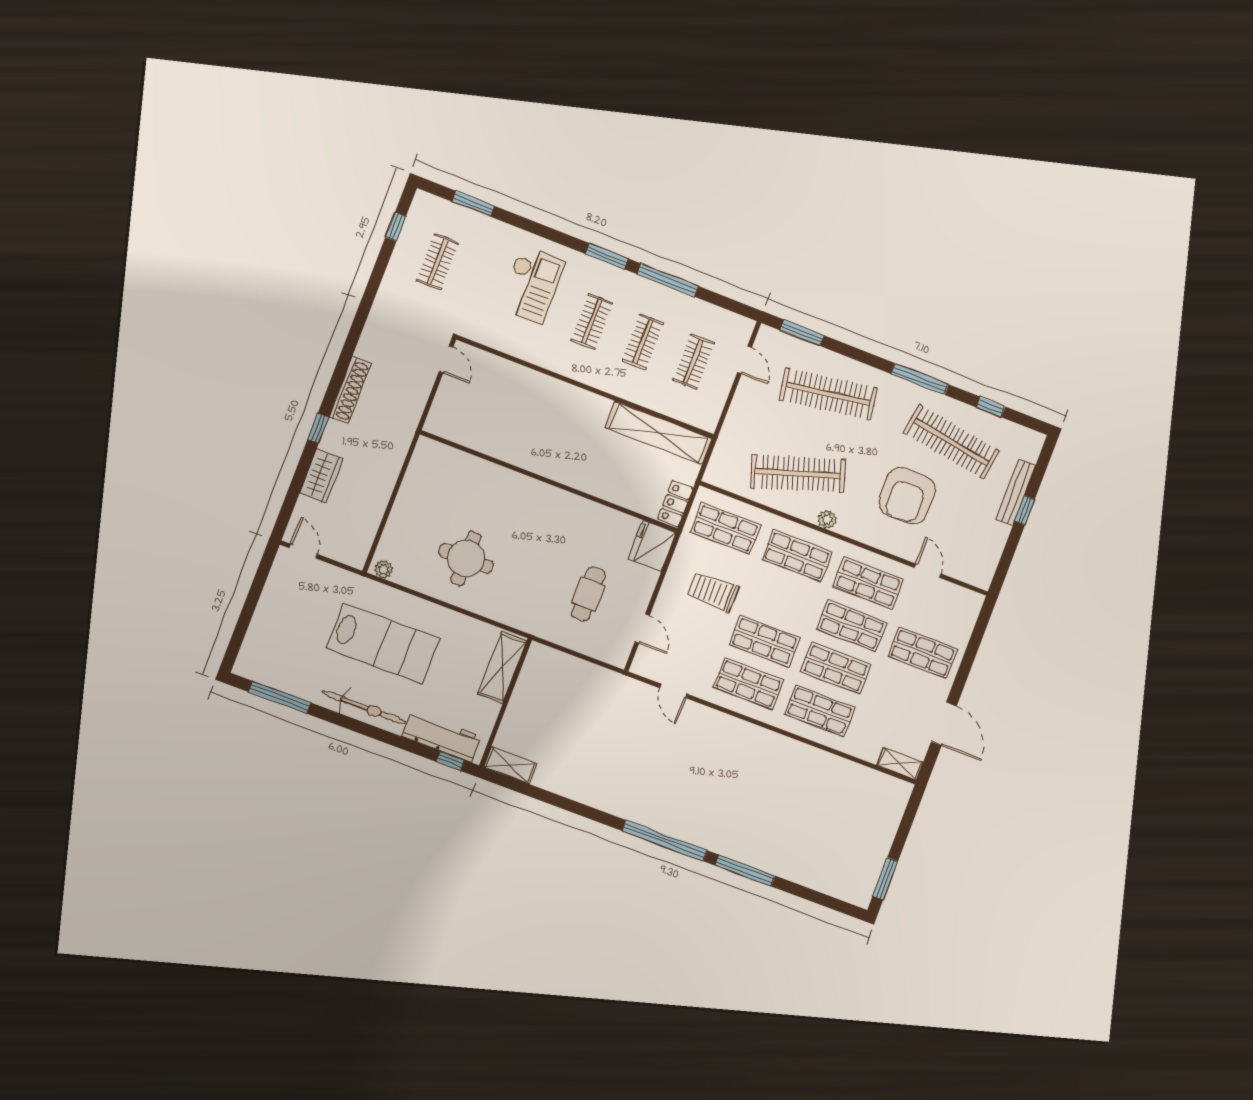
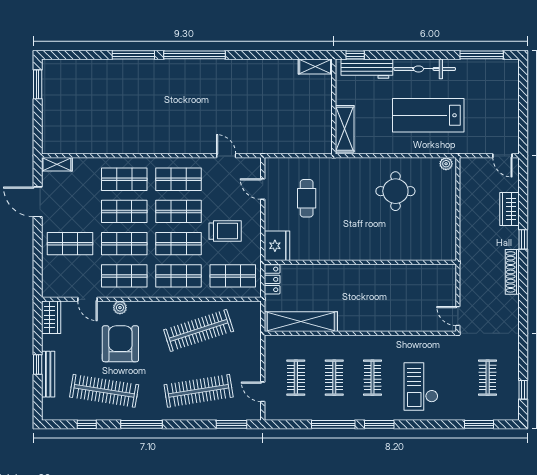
plant: (827, 519) -> (120, 308), moved
wardrobe: (984, 565) -> (51, 317), added
shop shelf: (781, 598) -> (179, 244), added

